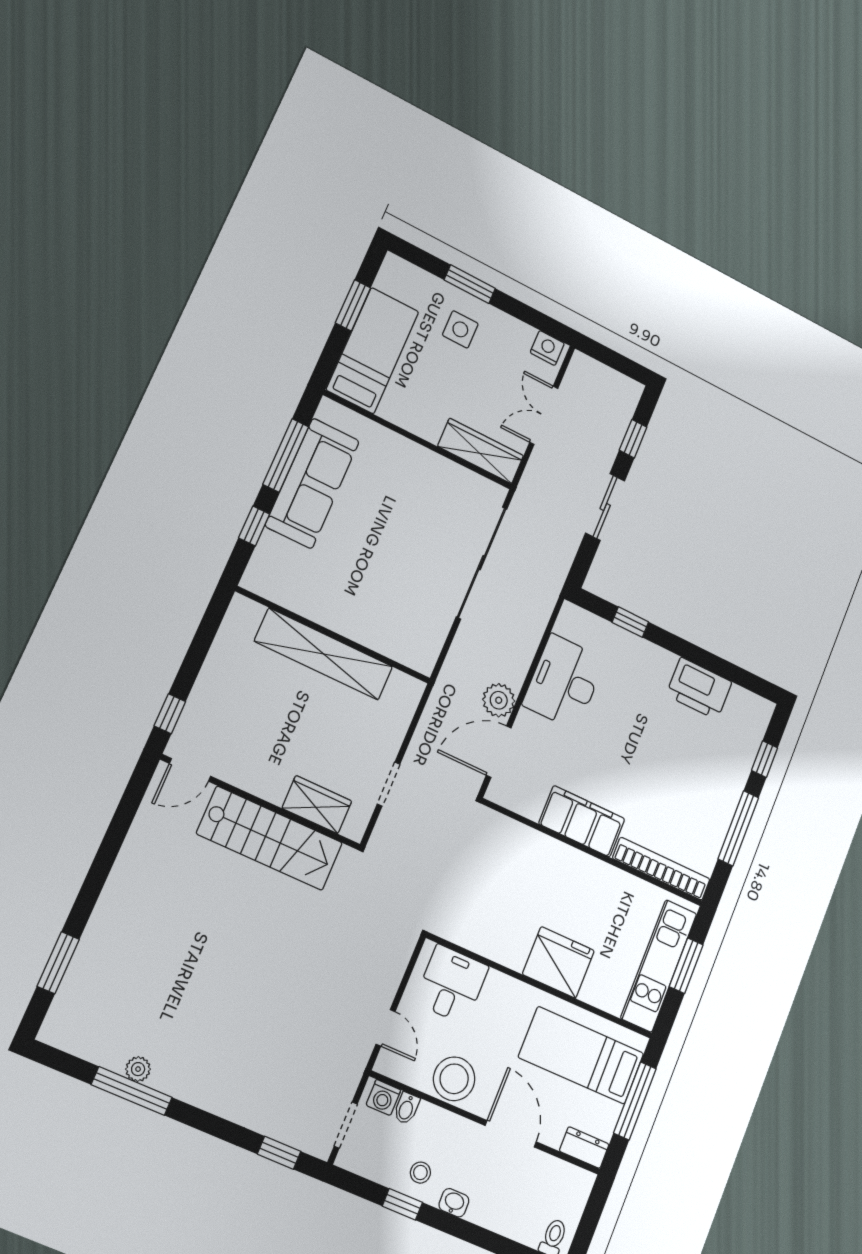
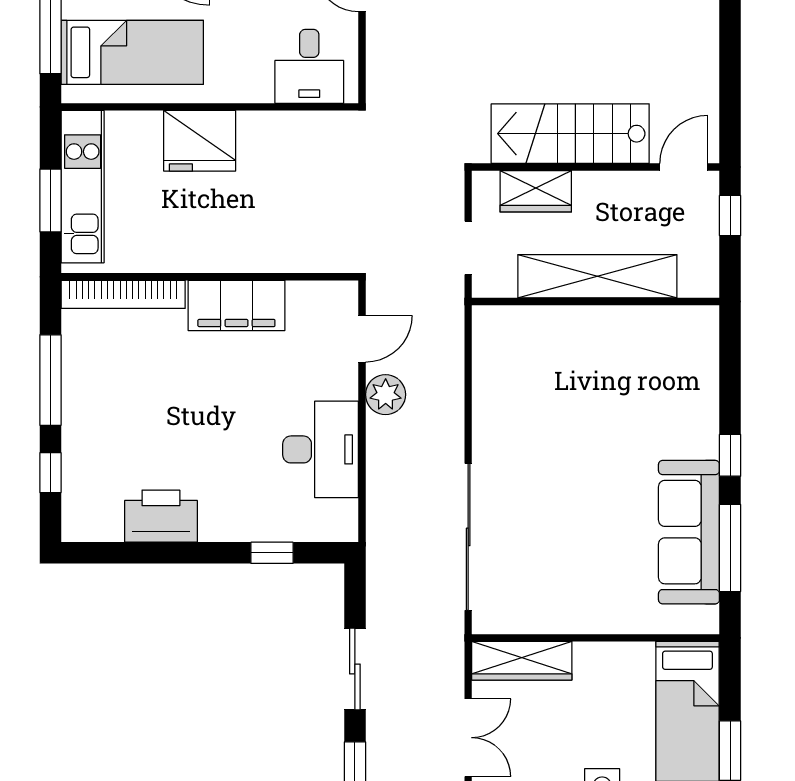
wall: (334, 635) -> (596, 302), moved
shelving: (324, 654) -> (597, 276), moved
door: (499, 752) -> (362, 339), width x0.73

